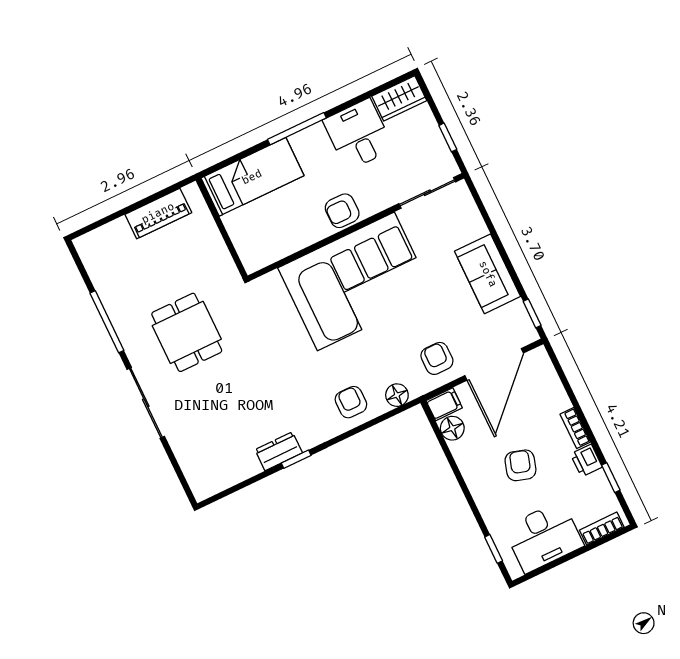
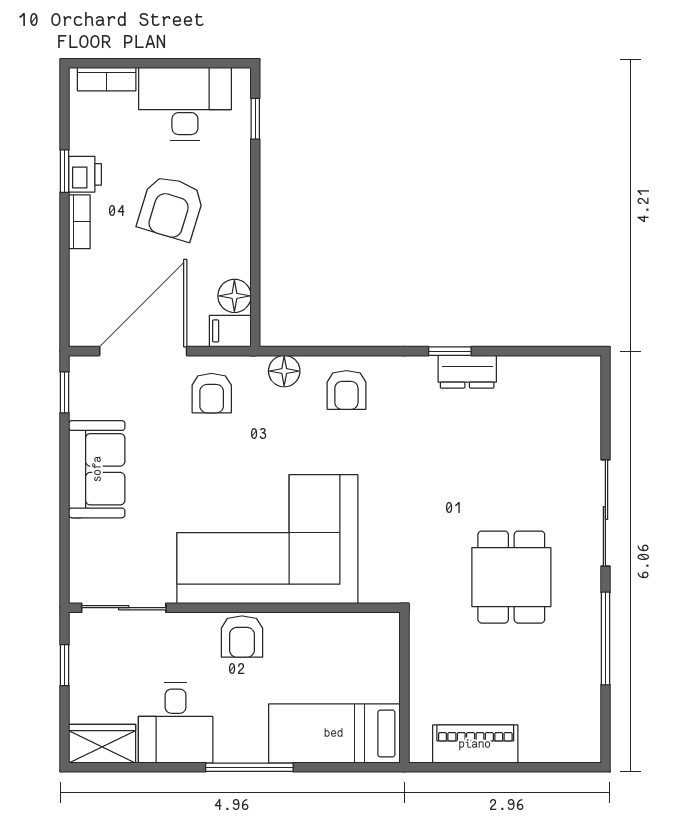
armchair: (342, 211) -> (242, 637), turned 90
armchair: (520, 465) -> (171, 208), width x1.38, depth x1.38
window: (611, 478) -> (65, 171), moved

